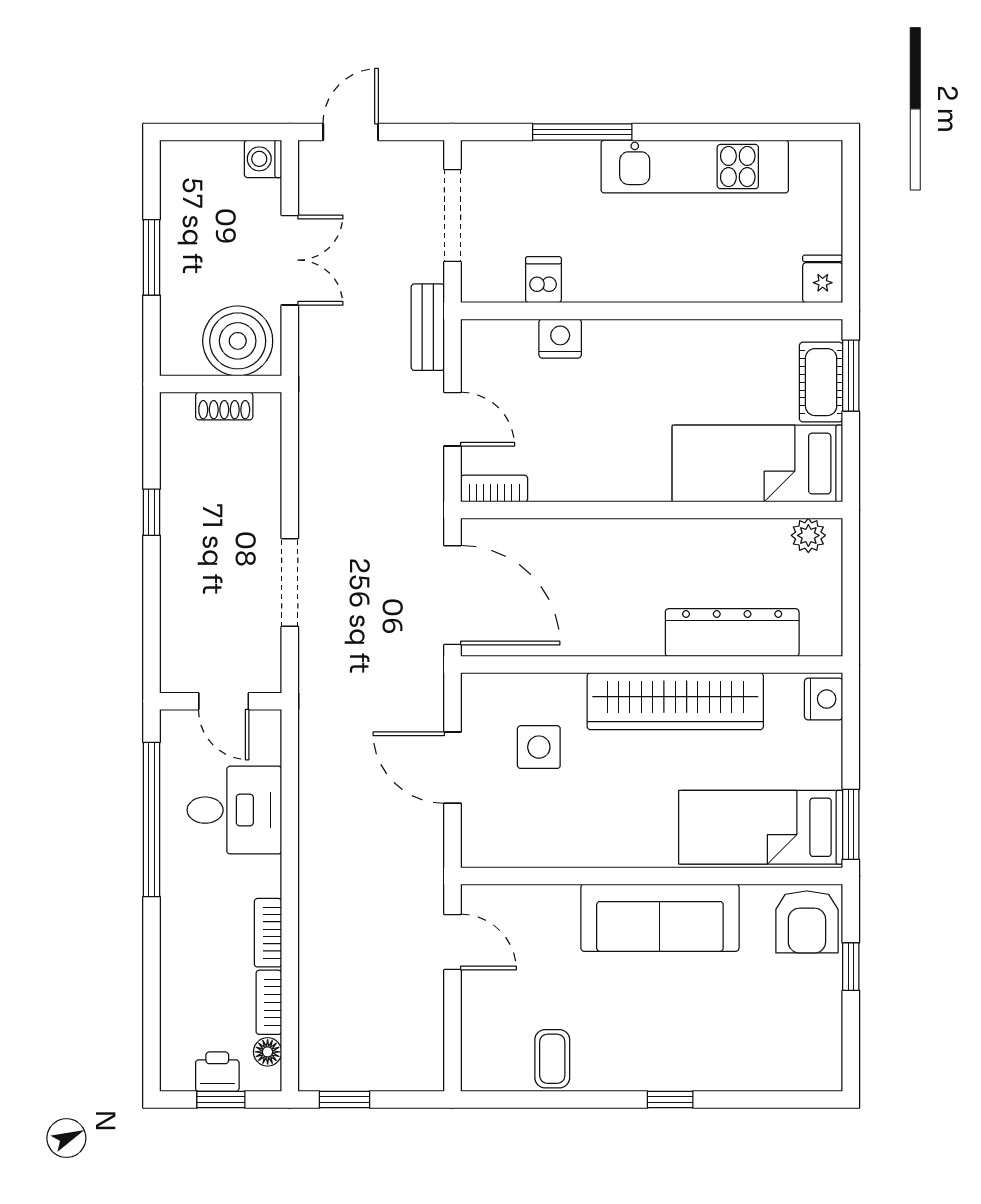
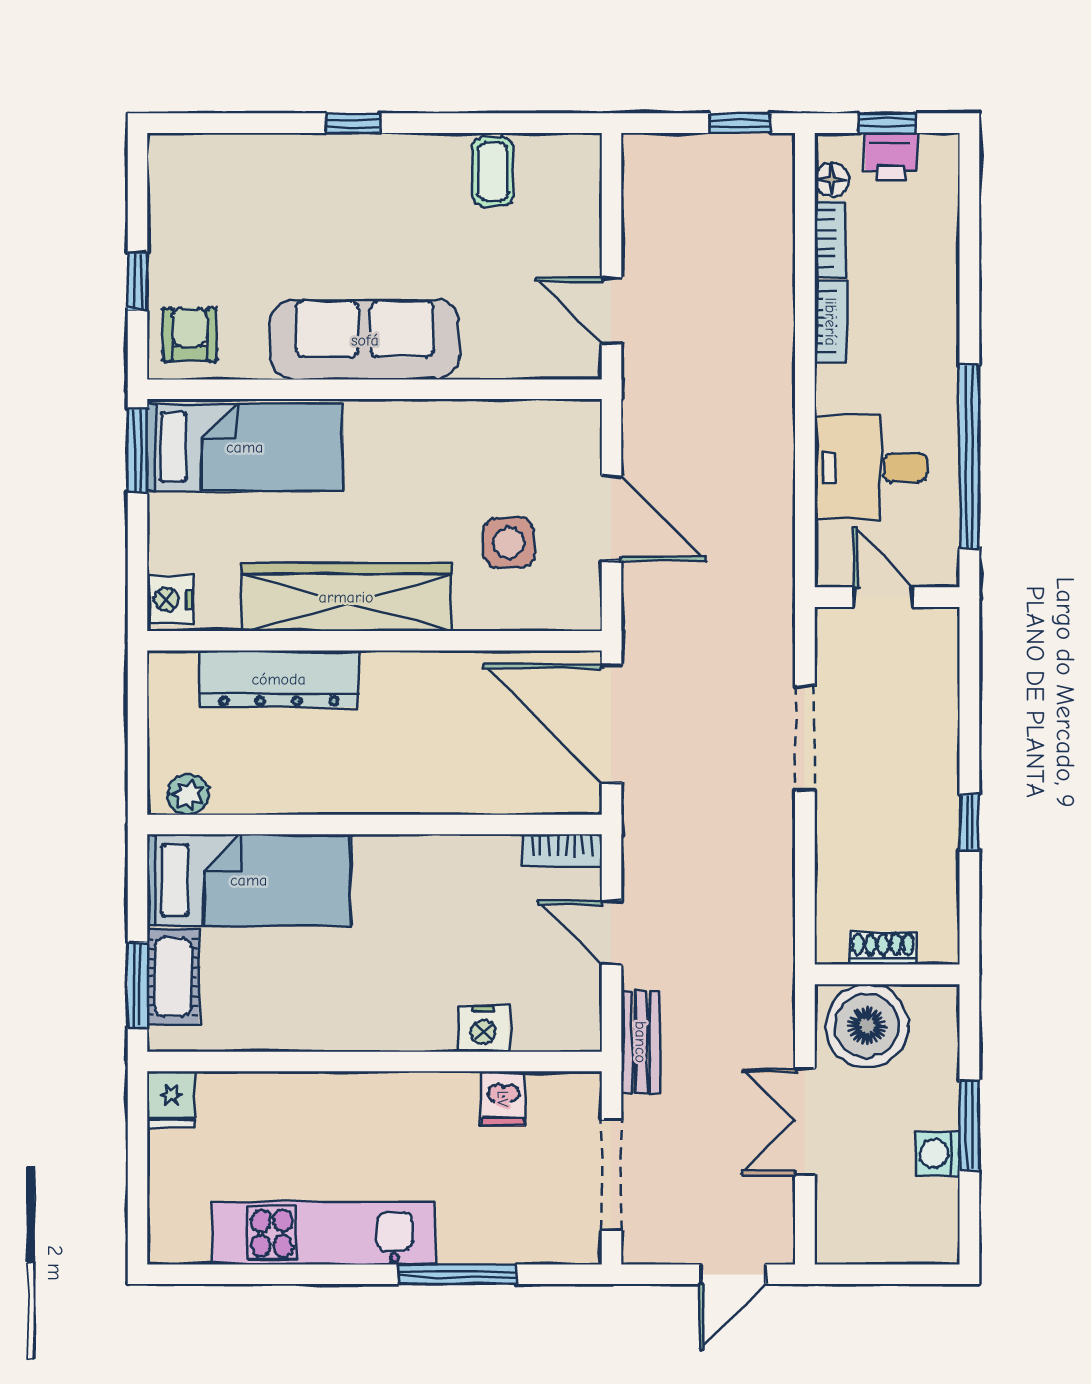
washing machine: (263, 159) -> (937, 1154), moved, turned 180
armchair: (807, 922) -> (190, 335), width x0.72, depth x0.72

